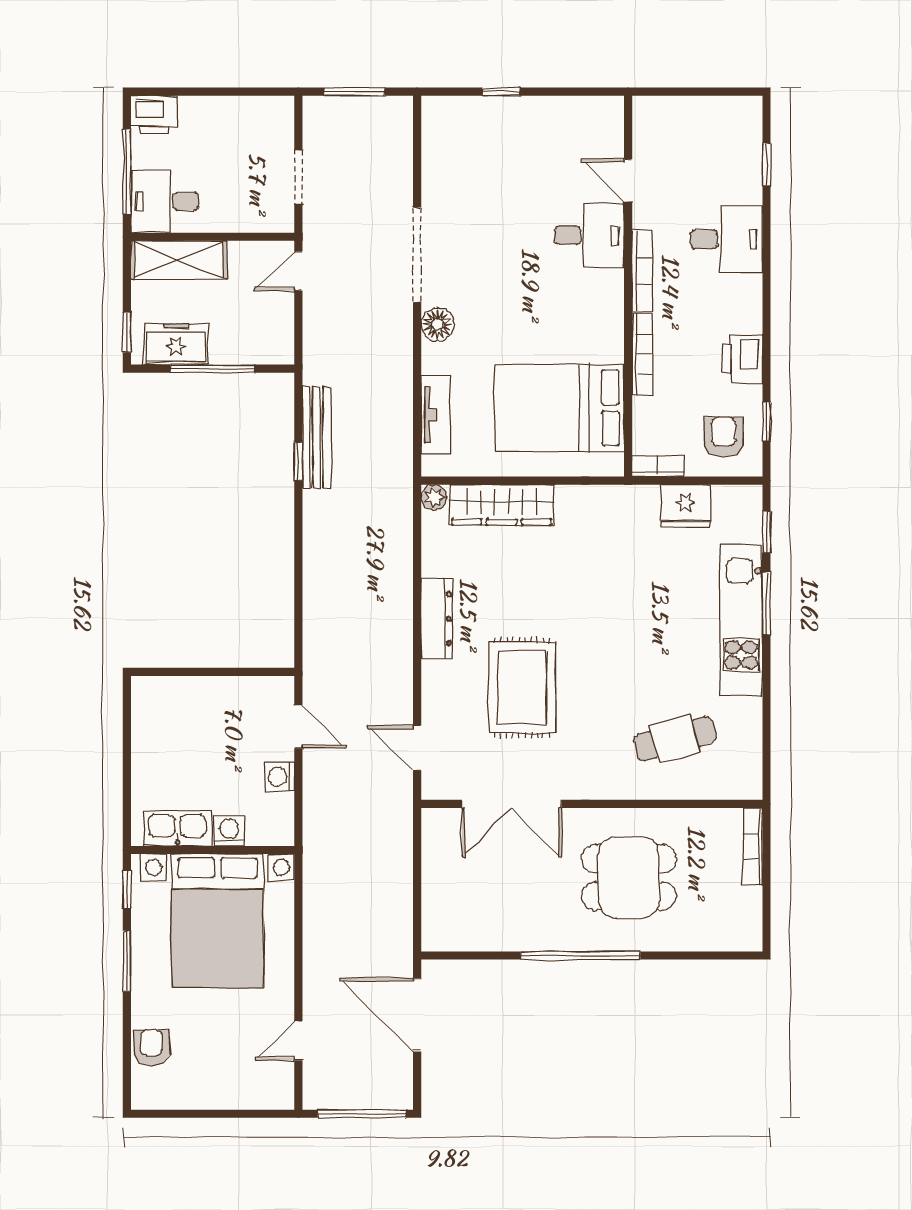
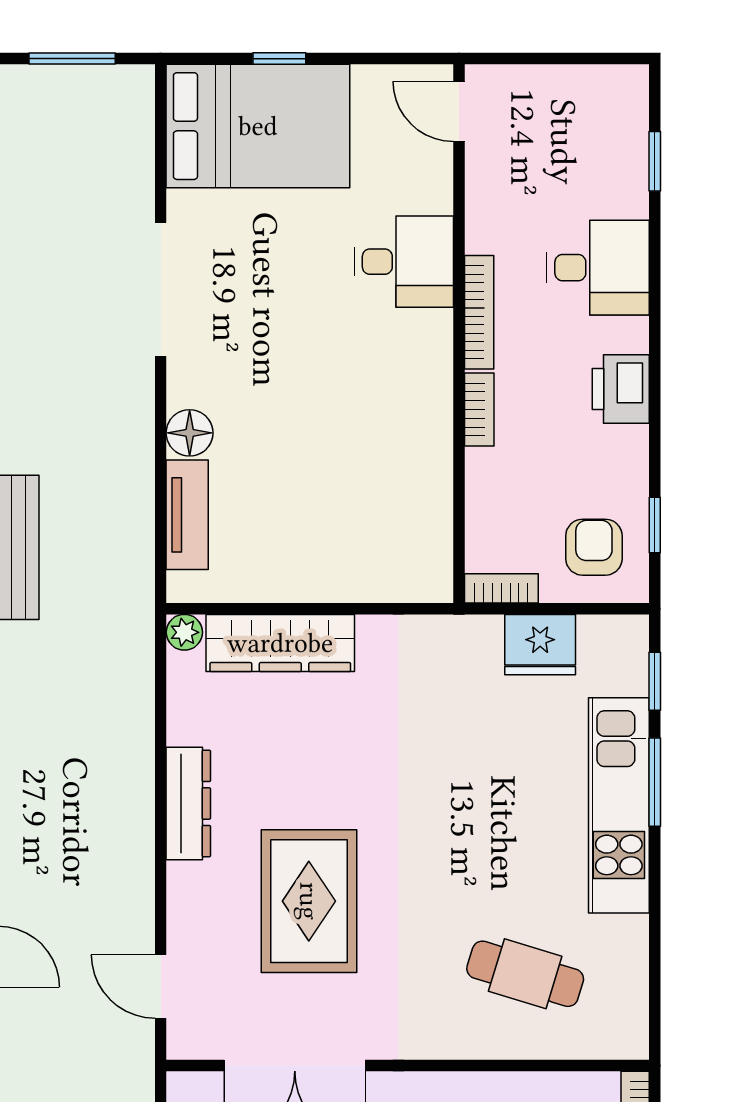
door: (628, 180) -> (459, 111), moved
floor lamp: (437, 324) -> (190, 433), moved
bookcase: (642, 354) -> (479, 409), width x0.64
printer: (742, 359) -> (621, 389), moved
bed: (559, 408) -> (258, 126), moved, turned 180
cafe table: (675, 739) -> (525, 974), turned 32

